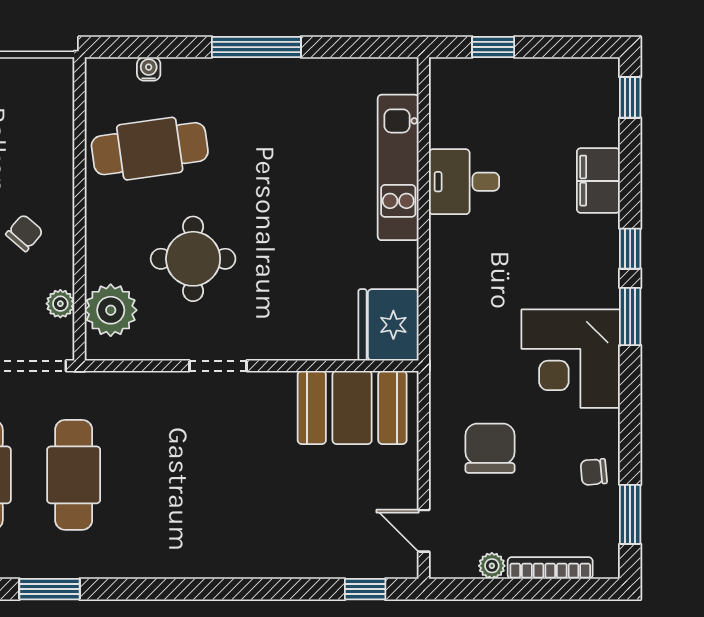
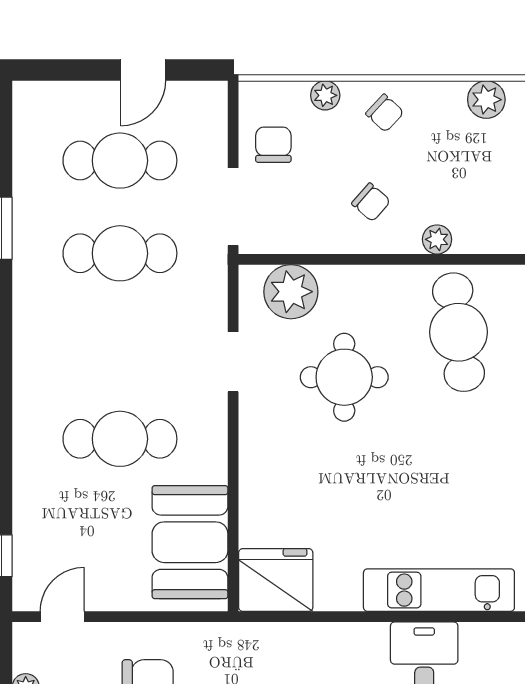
plant: (60, 304) -> (437, 239), moved
doorway: (218, 366) -> (233, 362), moved
cafe table: (252, 475) -> (120, 439), added

